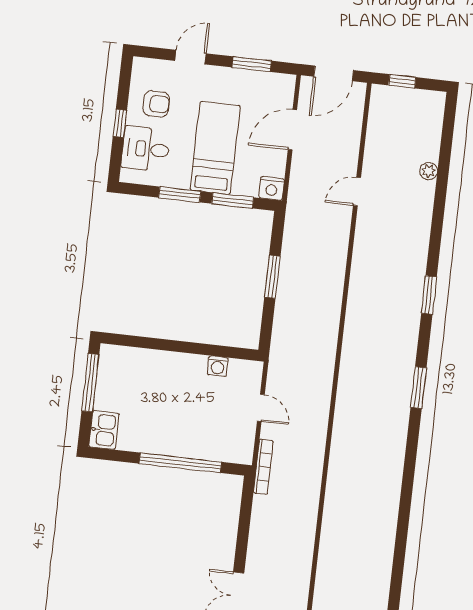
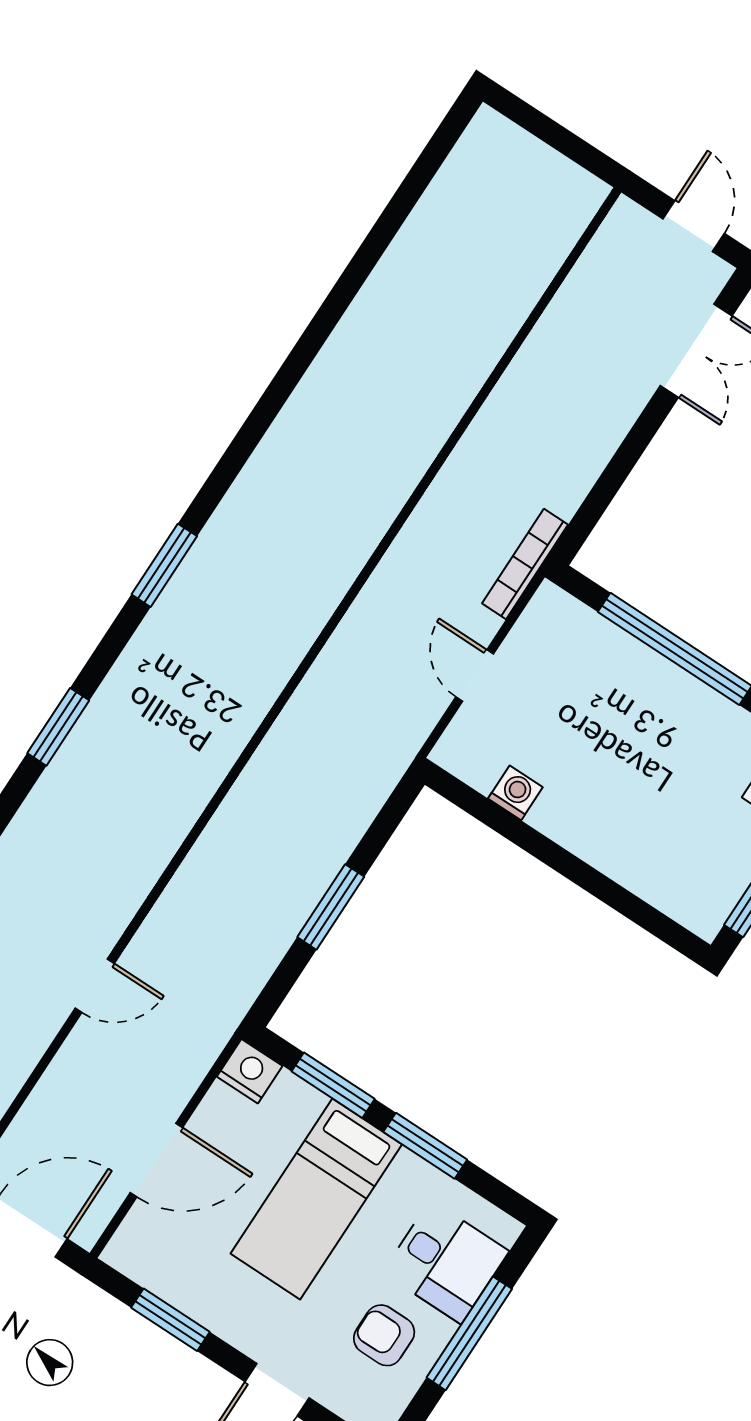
window: (120, 123) -> (469, 1333), width x2.17

